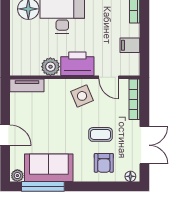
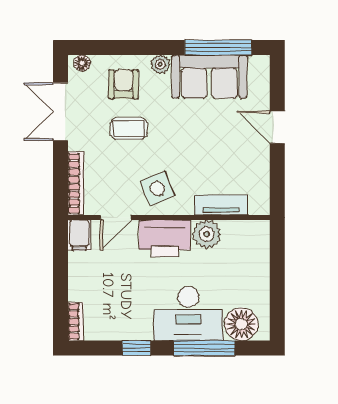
filing cabinet: (130, 45) -> (79, 235), moved, turned 90
door: (109, 77) -> (116, 217), swing flipped
tv unit: (27, 85) -> (221, 205), moved
plant: (17, 176) -> (160, 64), moved

